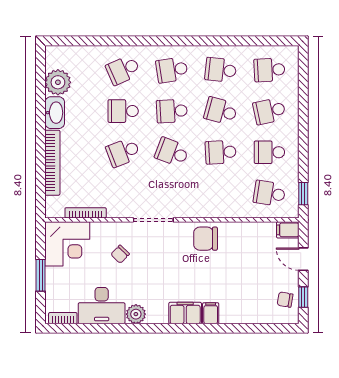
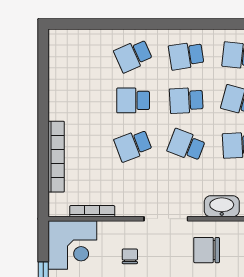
plant: (58, 82) -> (62, 69), removed
washbasin: (55, 113) -> (222, 206), moved, turned -90
chair: (206, 239) -> (207, 250), moved
chair: (120, 254) -> (130, 256), turned 136

